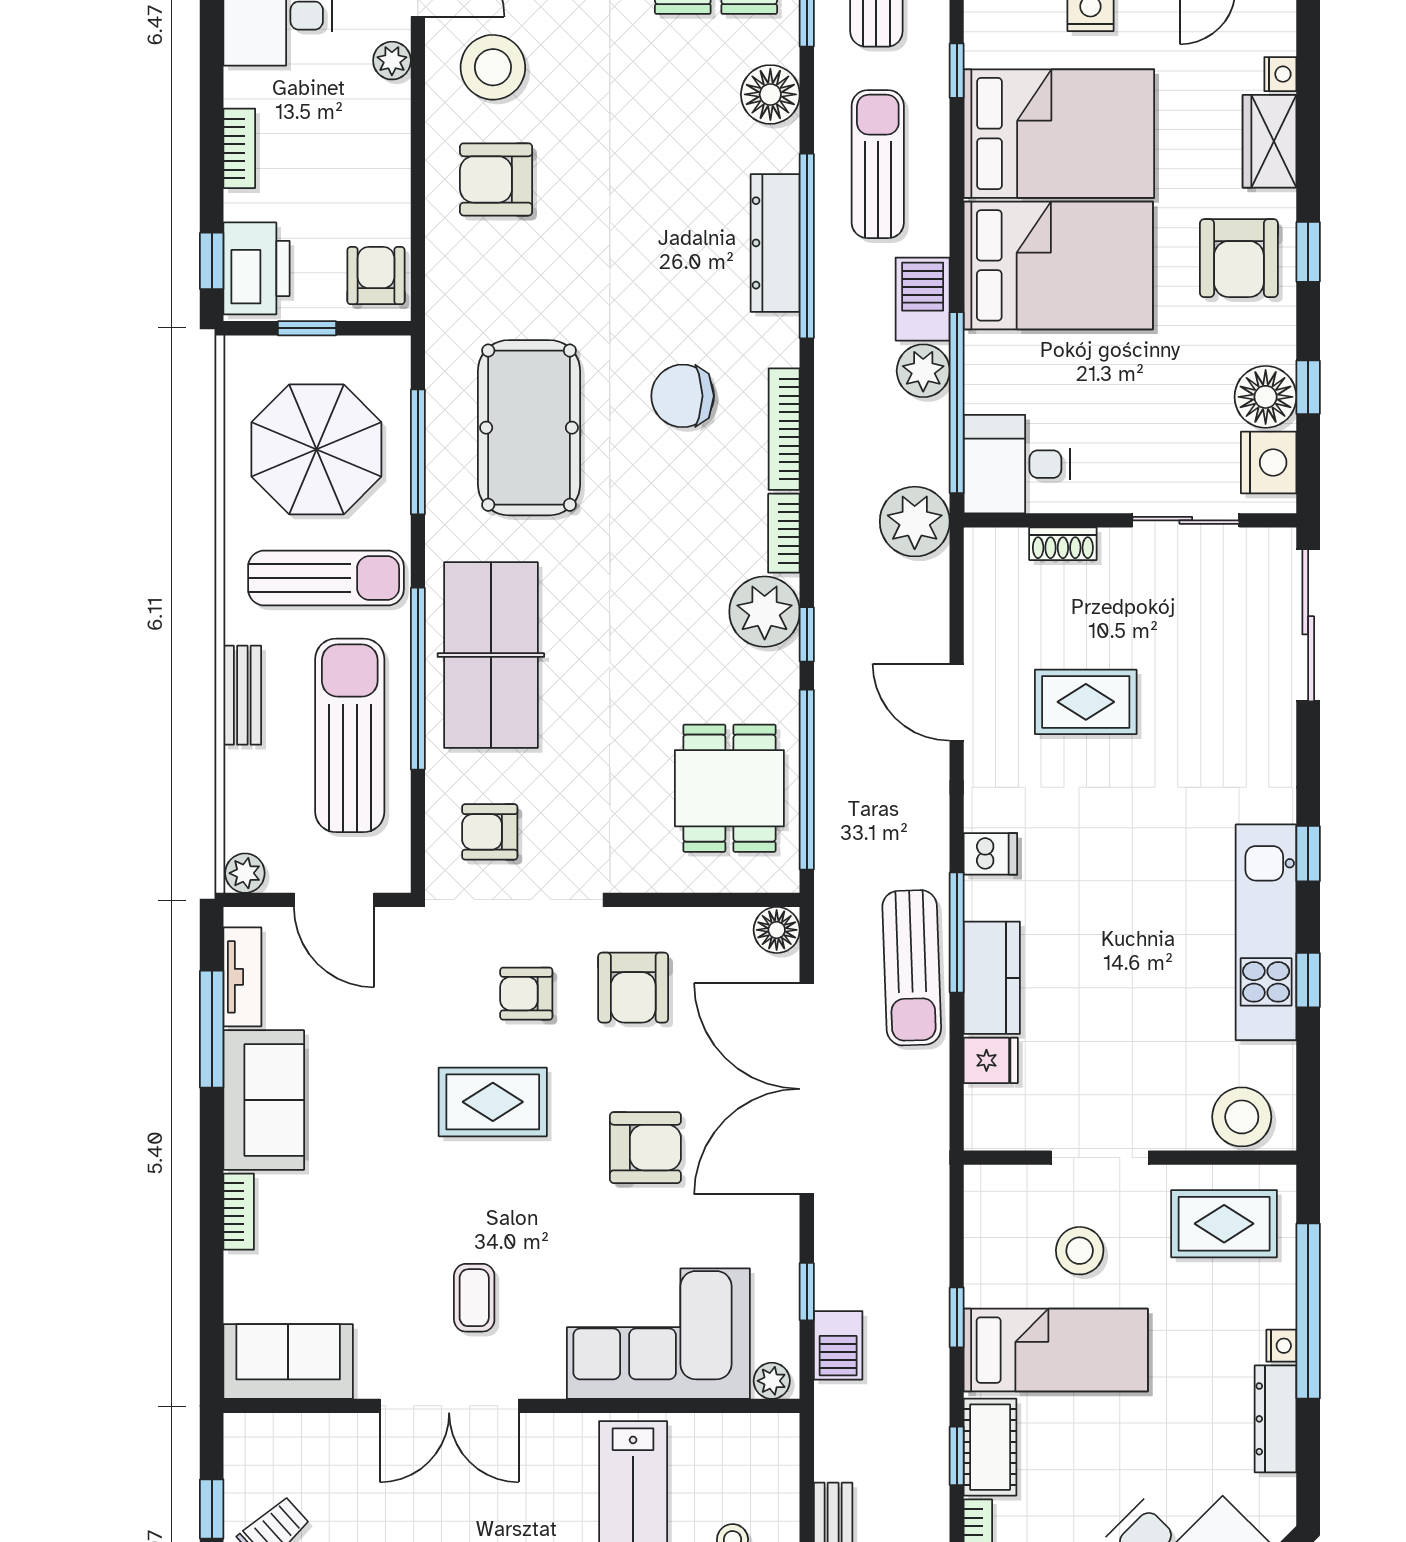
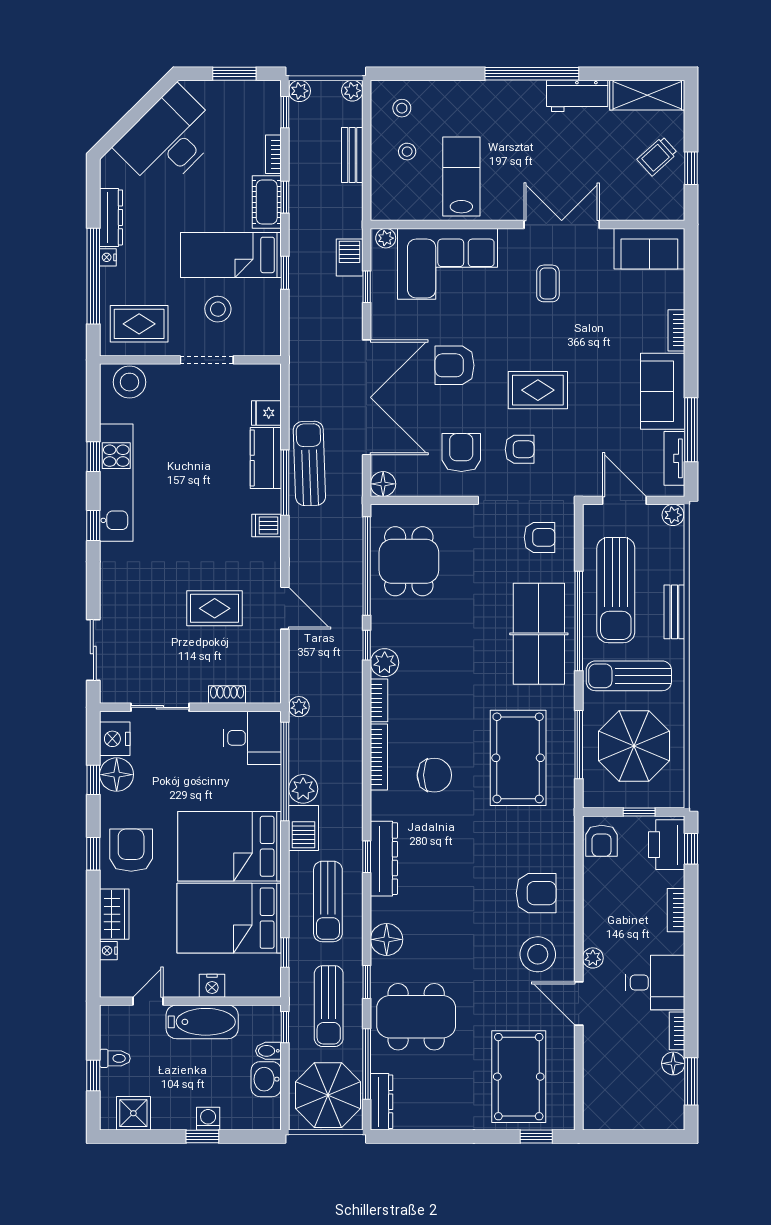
window: (807, 246) -> (367, 857), width x0.32
plant: (915, 522) -> (299, 707), width x0.53, depth x0.53
plant: (765, 612) -> (385, 663), width x0.73, depth x0.73
sliding door: (1308, 625) -> (93, 650), width x0.73

